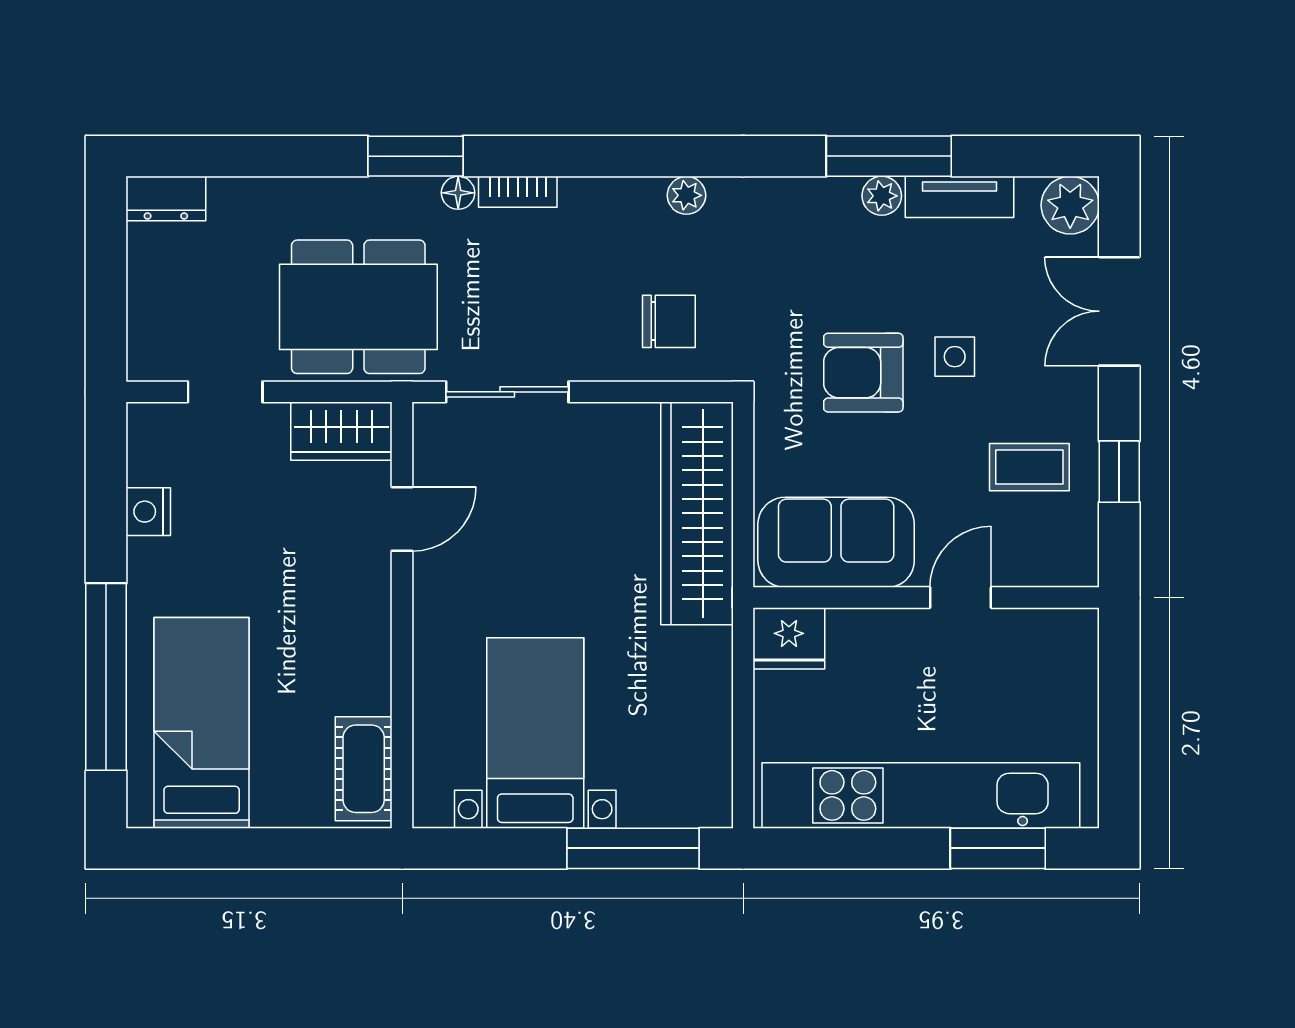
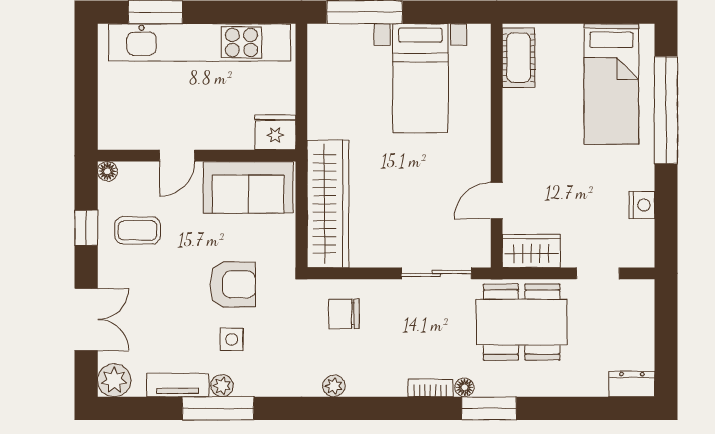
side table: (955, 357) -> (232, 339), moved
floor lamp: (1082, 570) -> (107, 171), added

